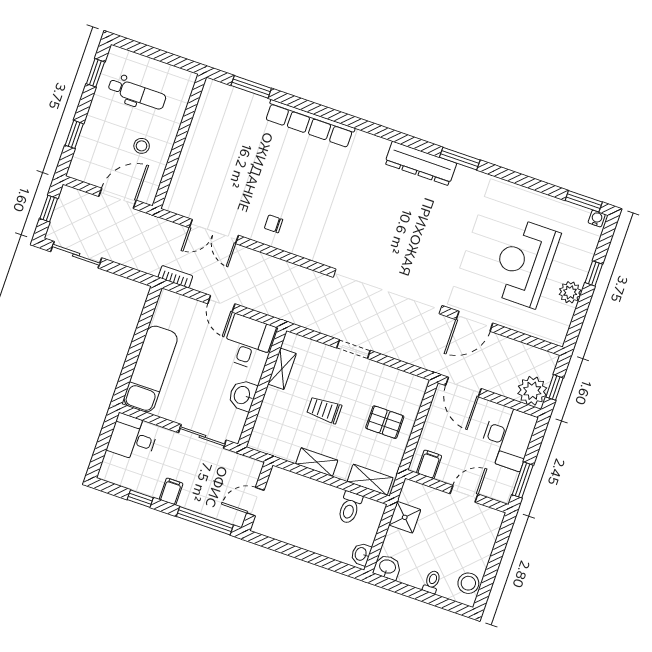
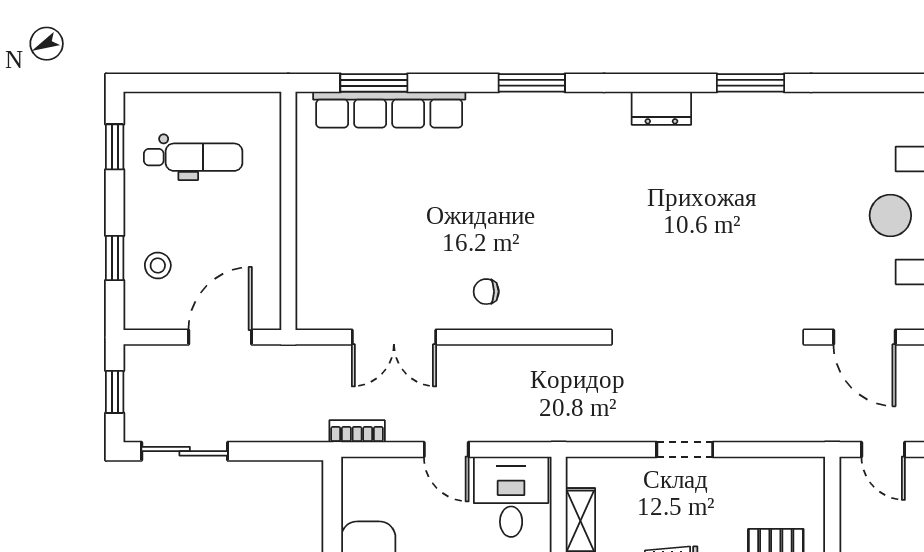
window: (339, 117) -> (532, 83), added
row of seats: (310, 124) -> (389, 110), moved
stool: (142, 146) -> (158, 266), moved
dresser: (421, 163) -> (661, 108), width x0.51, depth x0.80
door: (474, 321) -> (865, 337), hinge flipped
door: (463, 387) -> (883, 449), width x0.73

